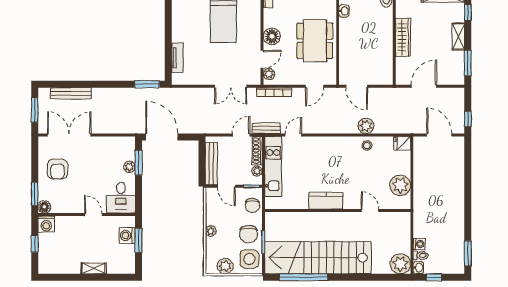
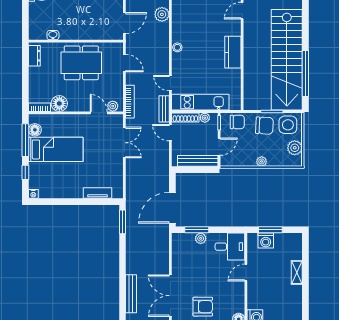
floor lamp: (272, 36) -> (59, 103), moved
stool: (367, 145) -> (177, 47), moved

